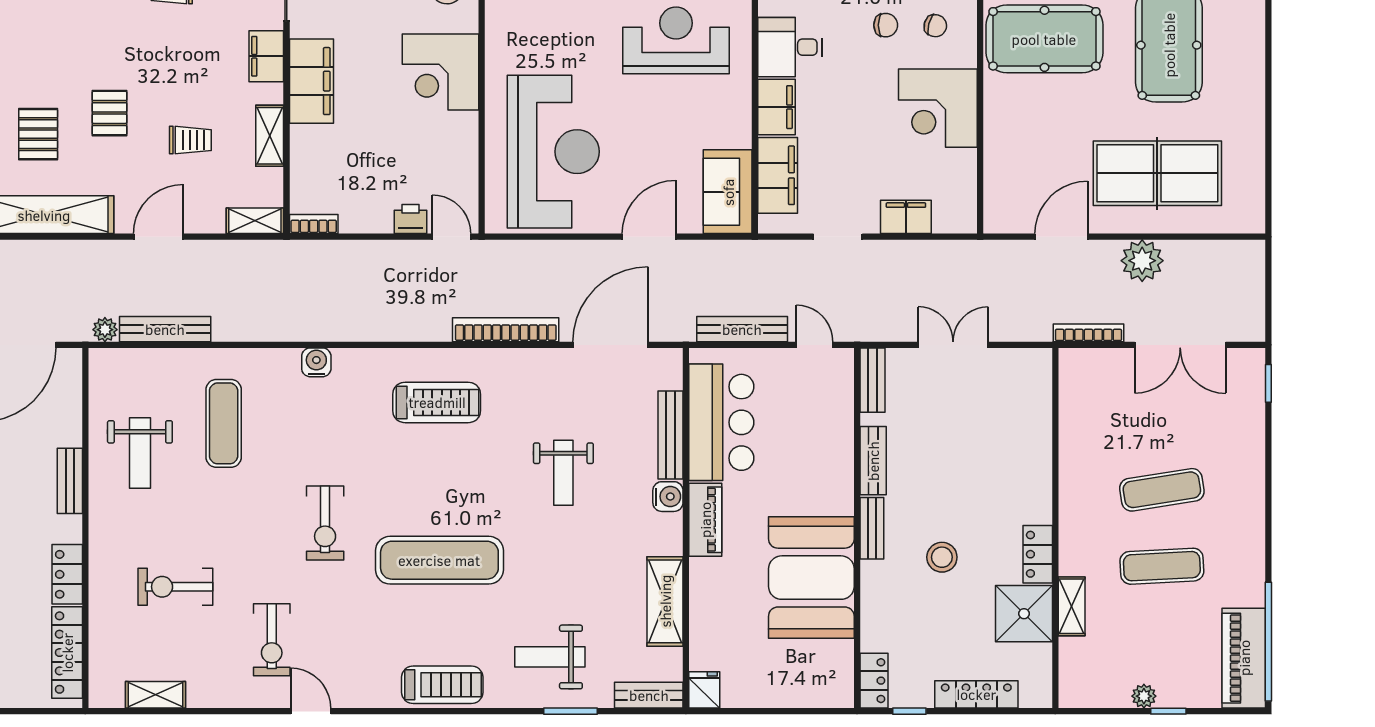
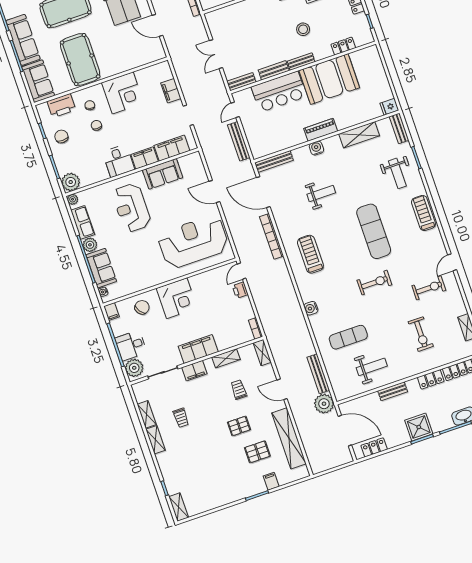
sofa: (728, 192) -> (163, 174), moved
plant: (105, 330) -> (324, 404), width x1.87, depth x1.87
bar counter: (721, 422) -> (279, 92), moved, turned 180
bench: (671, 435) -> (274, 161), moved
locker: (874, 681) -> (343, 46), moved

